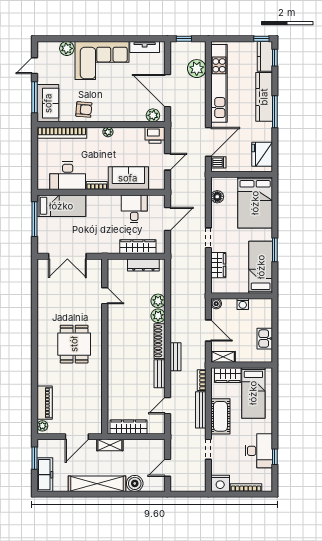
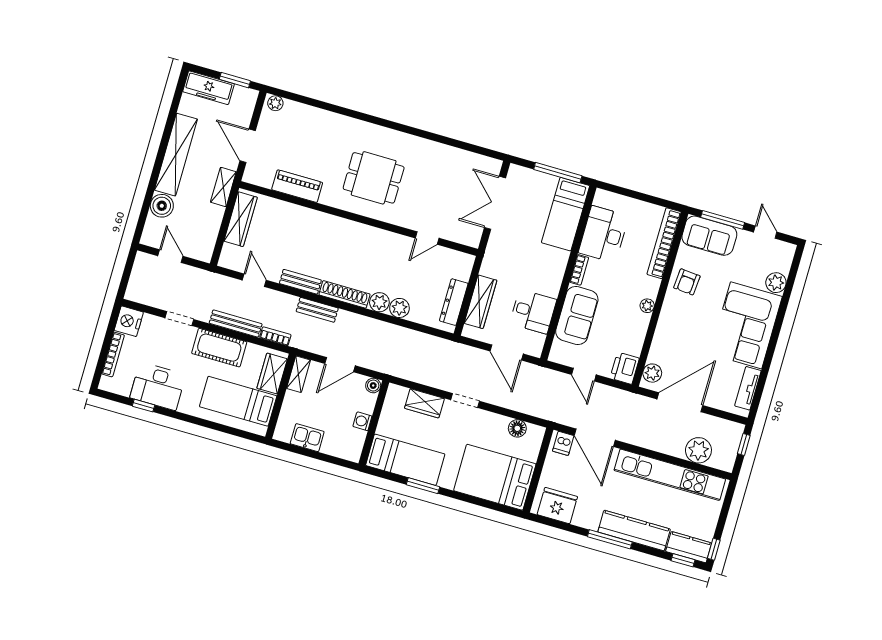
piano: (45, 403) -> (297, 186), moved, turned 180

